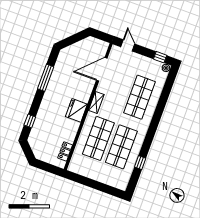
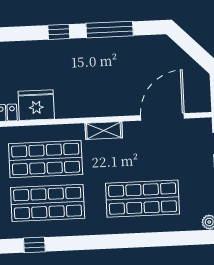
door: (102, 69) -> (162, 117), hinge flipped
fridge: (76, 110) -> (36, 105), moved
window: (30, 121) -> (59, 32), moved

